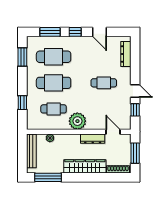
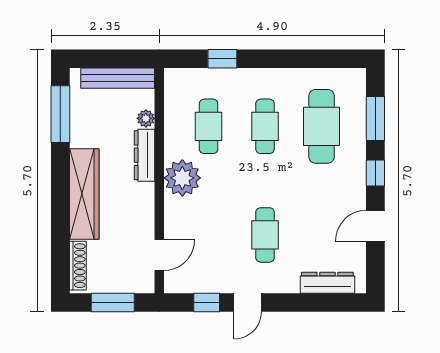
window: (22, 57) -> (321, 59), removed
cafe table: (54, 83) -> (265, 126), width x0.73, depth x0.74
dresser: (93, 139) -> (144, 155), moved

